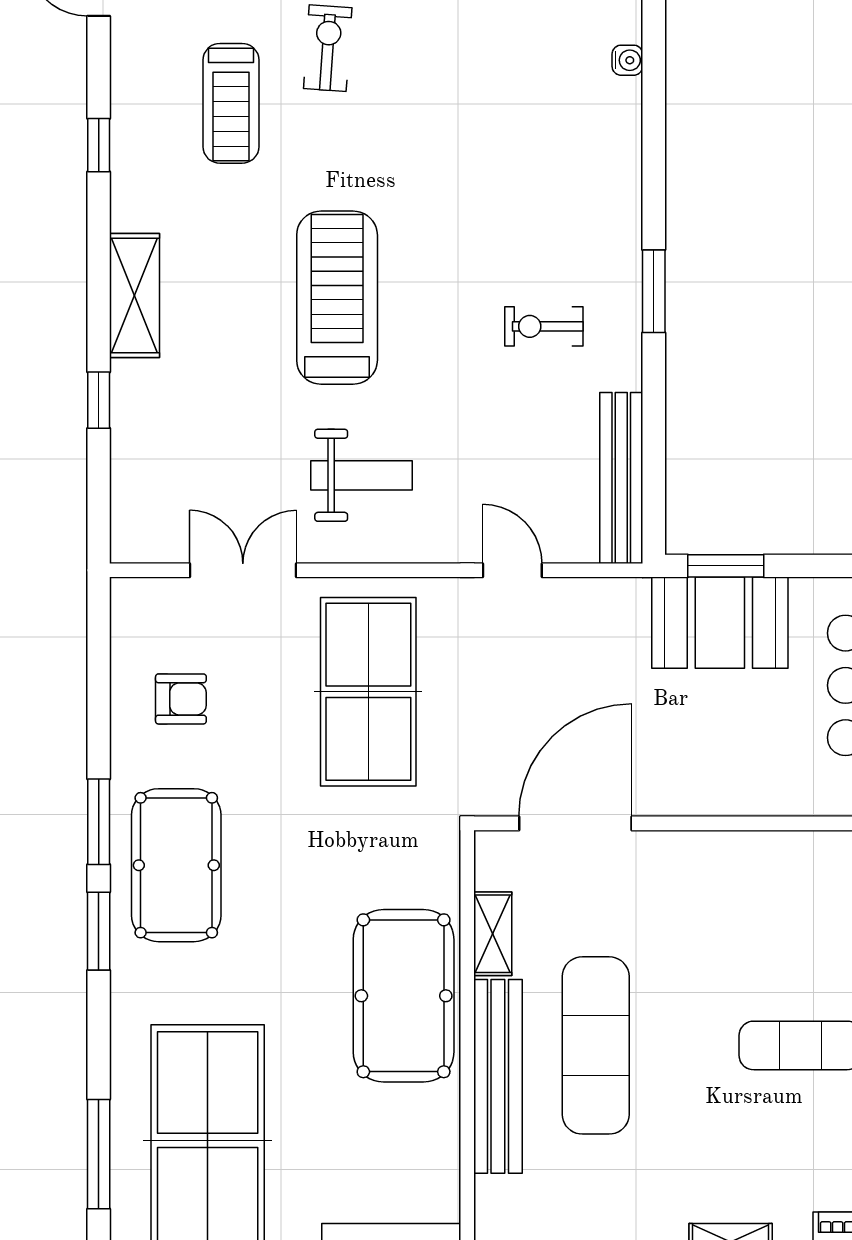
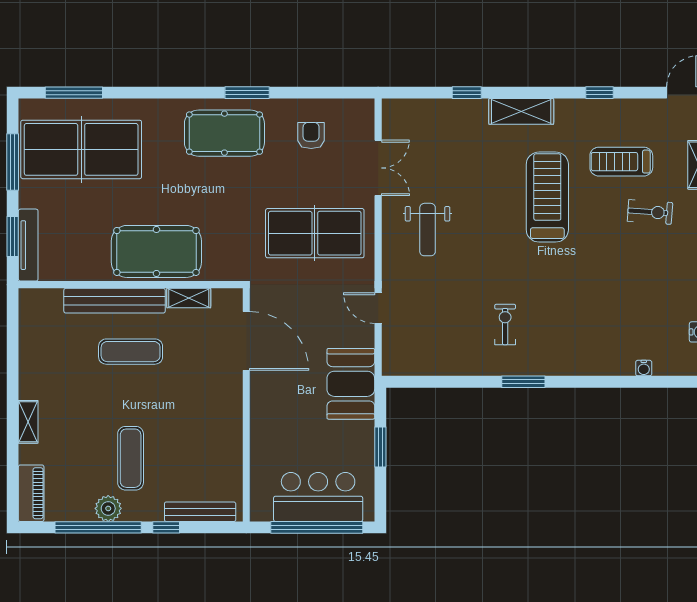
treadmill: (337, 298) -> (547, 197), moved, turned -90
bench: (621, 478) -> (426, 365), removed
window: (726, 566) -> (380, 447), moved
door: (512, 570) -> (378, 308), swing flipped
booth: (720, 623) -> (351, 384), moved
armchair: (181, 699) -> (311, 136), turned 180
window: (99, 931) -> (190, 93), removed
exercise mat: (596, 1045) -> (131, 352), width x0.73, depth x0.69

